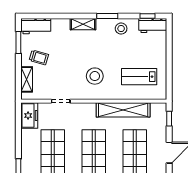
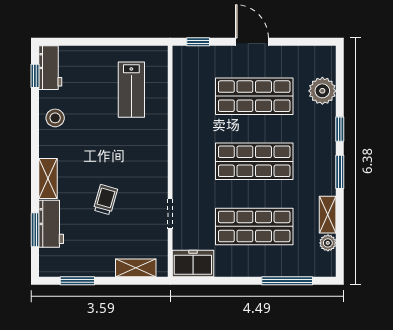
window: (107, 16) -> (35, 230), moved
workbench: (36, 26) -> (51, 224), moved
trolley: (39, 57) -> (105, 200), moved
stool: (95, 76) -> (130, 160), removed
shelving: (123, 110) -> (184, 115), removed

